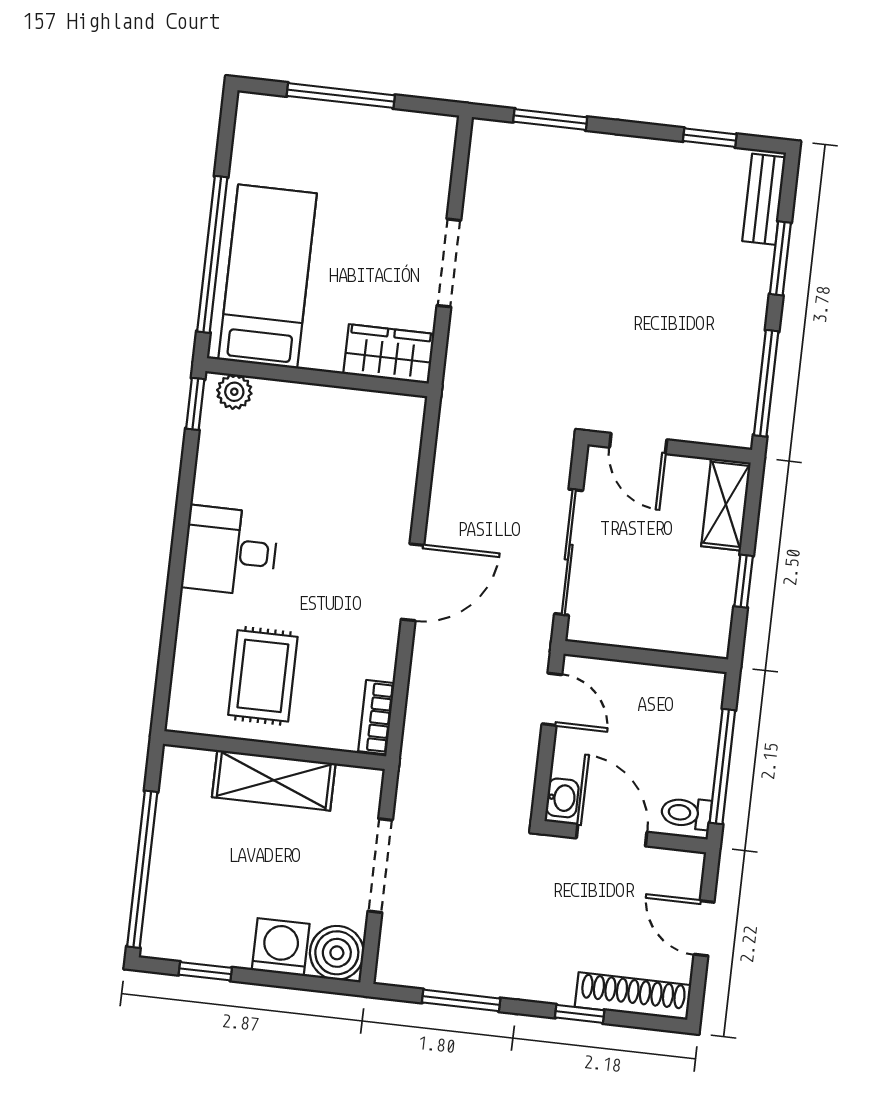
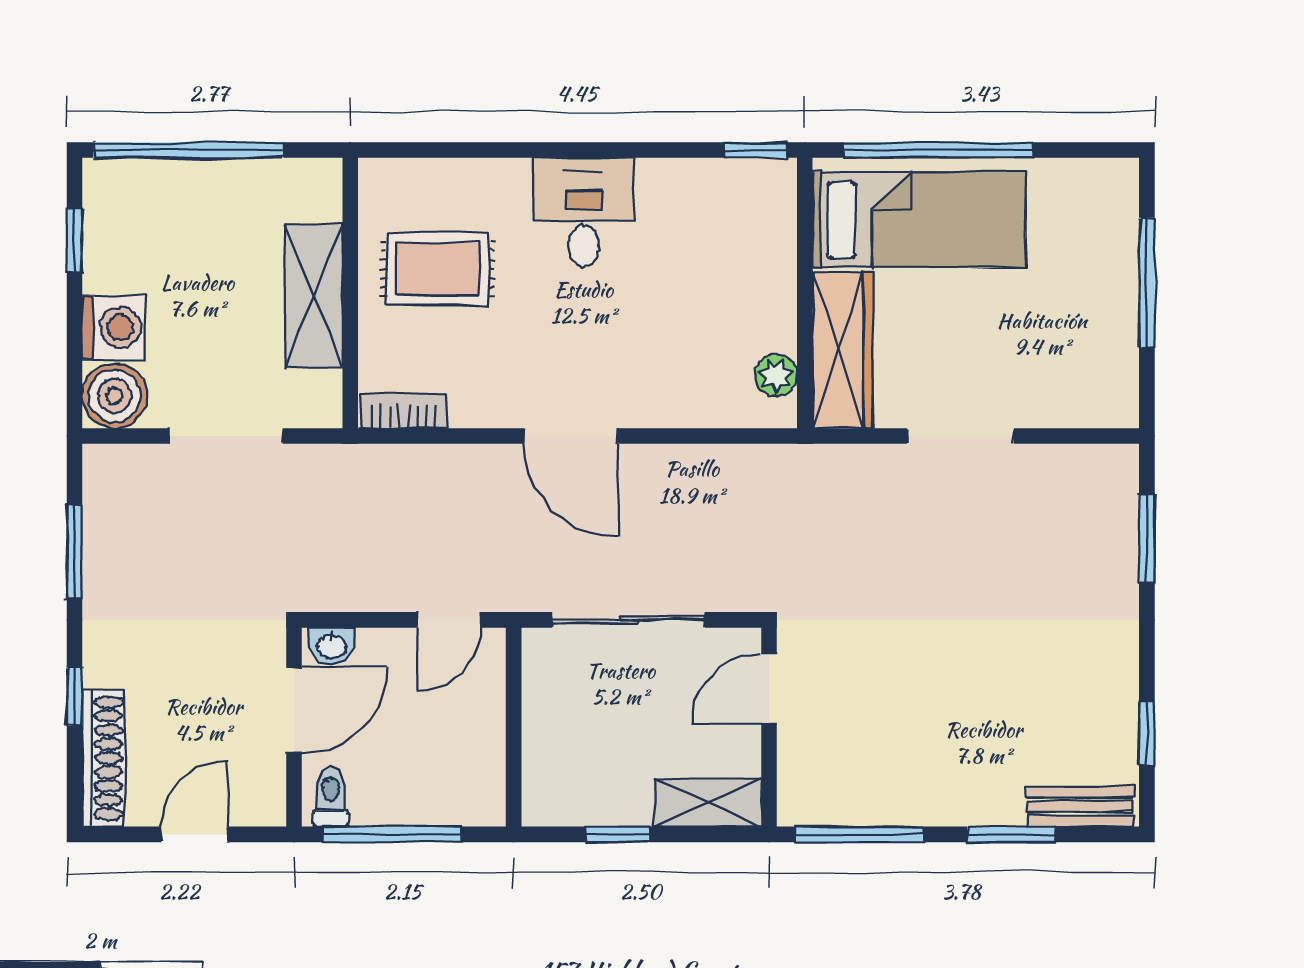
wardrobe: (389, 354) -> (843, 350), width x1.50
plant: (234, 392) -> (776, 375), moved

